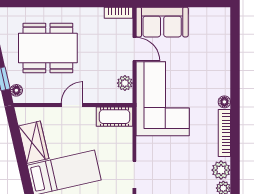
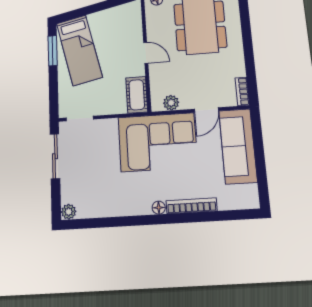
sofa: (162, 22) -> (238, 146), width x1.36
bookcase: (224, 133) -> (192, 206), moved
wardrobe: (34, 142) -> (107, 19), removed
plant: (221, 170) -> (87, 208), removed

